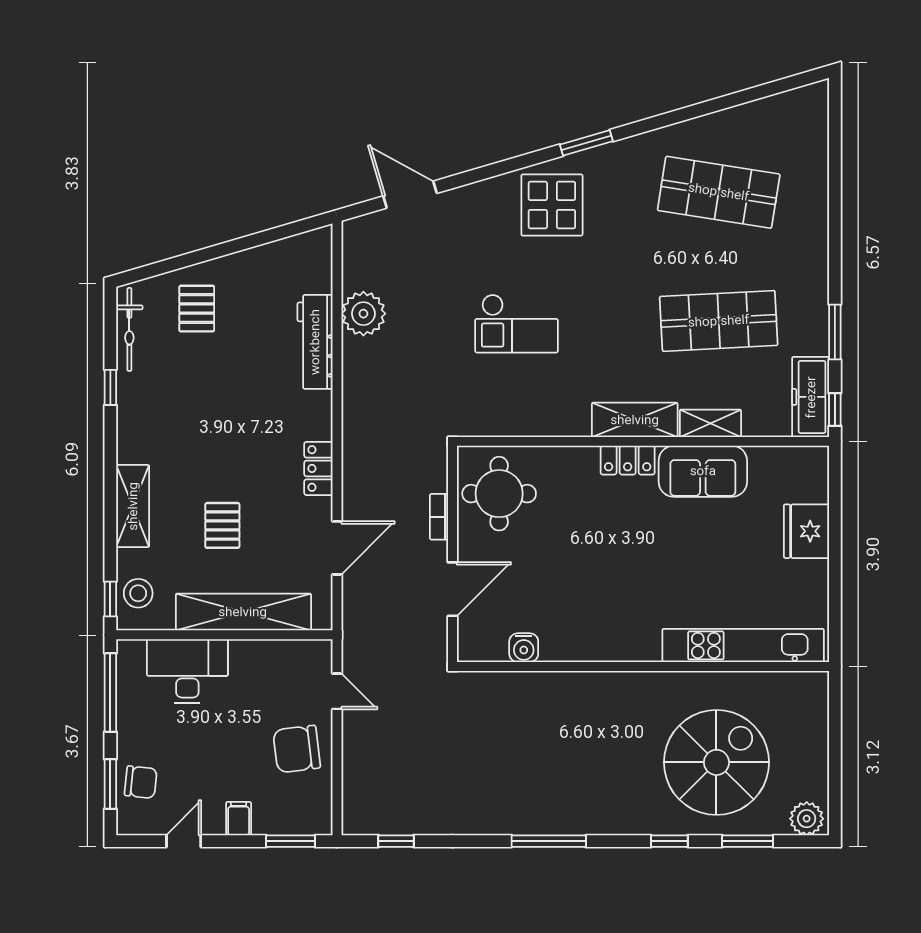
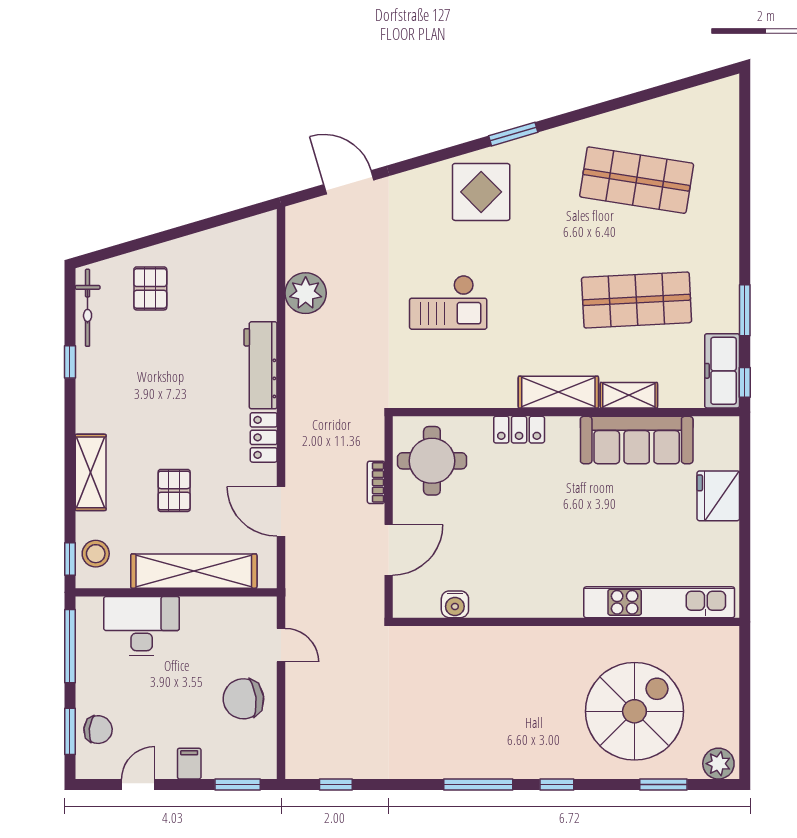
workbench: (315, 342) -> (261, 365), moved
locker: (628, 460) -> (519, 430), moved
sofa: (703, 471) -> (637, 440), width x1.36
door: (337, 548) -> (281, 511), swing flipped
window: (669, 841) -> (557, 785), moved

